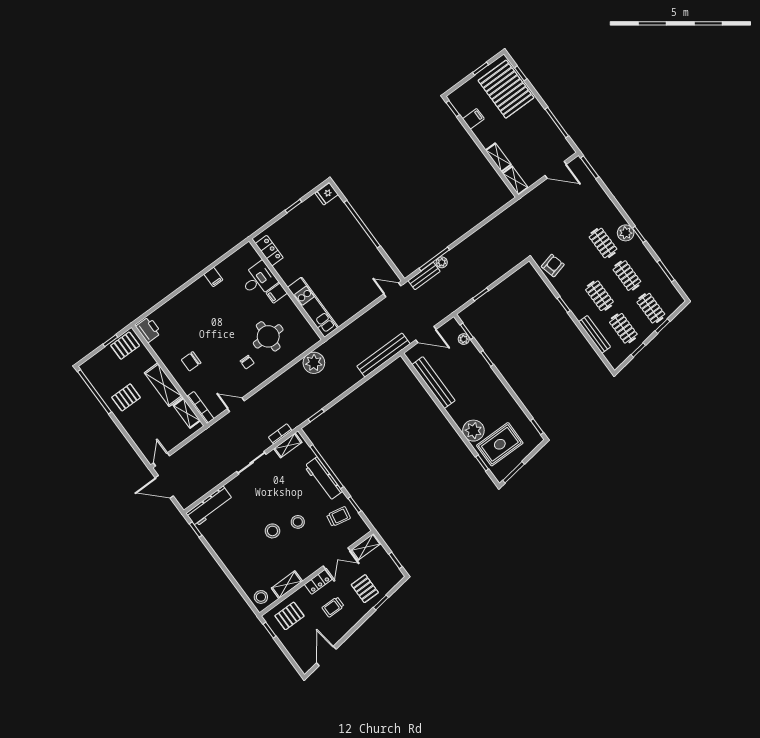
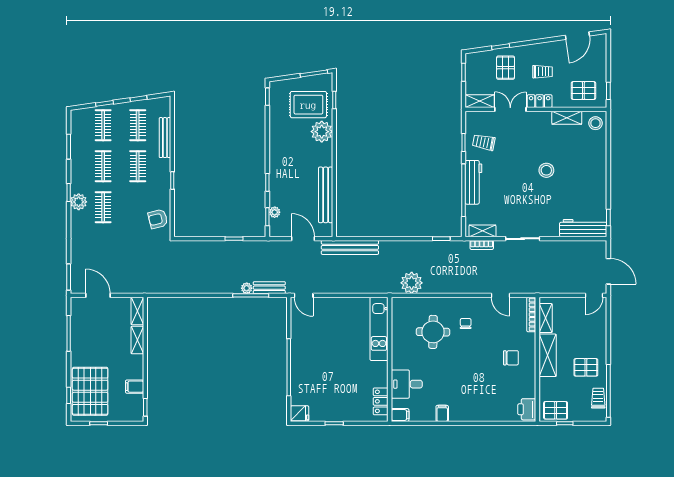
filing cabinet: (277, 293) -> (400, 415), moved
trolley: (98, 380) -> (598, 398), added
stool: (298, 522) -> (520, 162), removed

